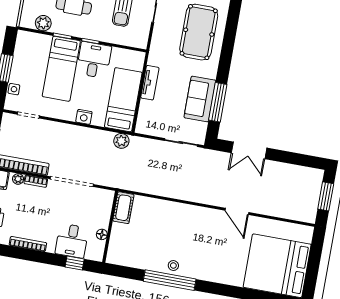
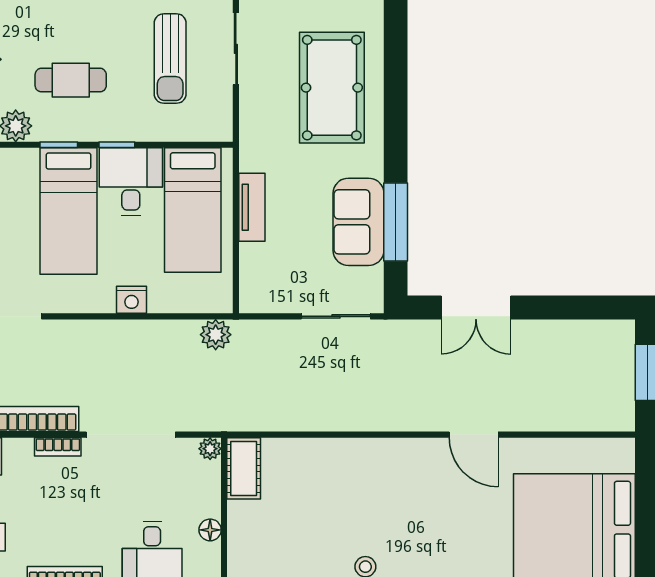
bed: (123, 100) -> (193, 210), moved, turned 180
plant: (18, 179) -> (210, 449), moved

